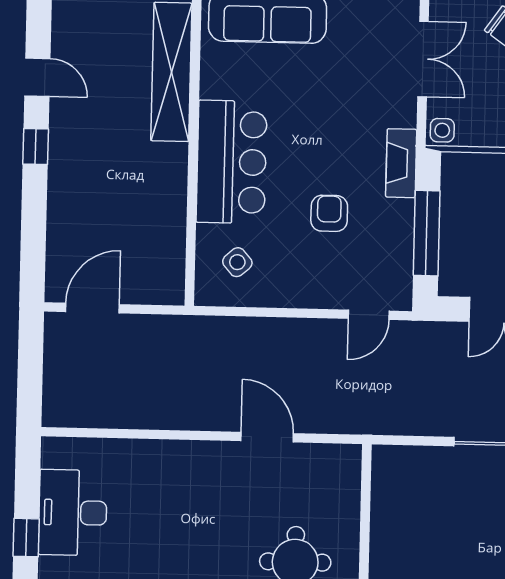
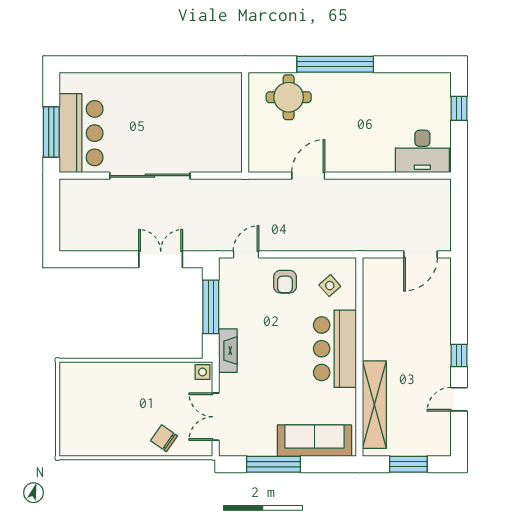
door: (37, 77) -> (459, 399), hinge flipped
armchair: (329, 213) -> (285, 282), moved
door: (267, 437) -> (308, 176), swing flipped
desk: (73, 513) -> (422, 151), moved, turned 90

